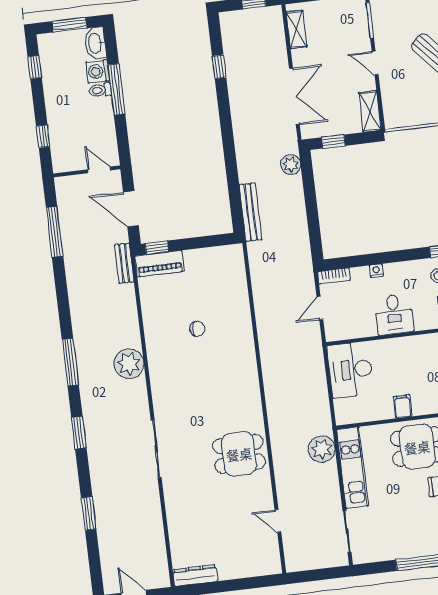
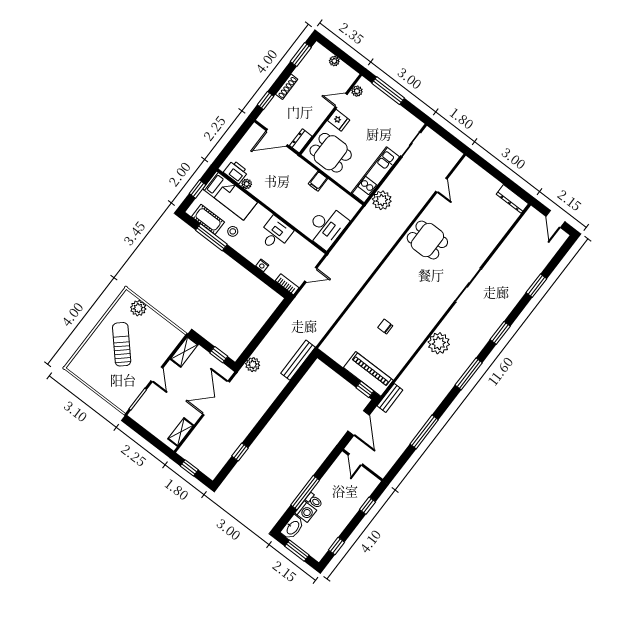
window: (55, 232) -> (424, 432), moved
piano: (159, 264) -> (368, 374), width x1.37, depth x1.33

